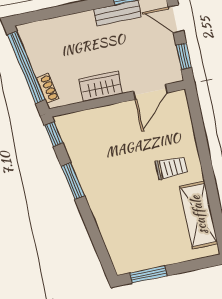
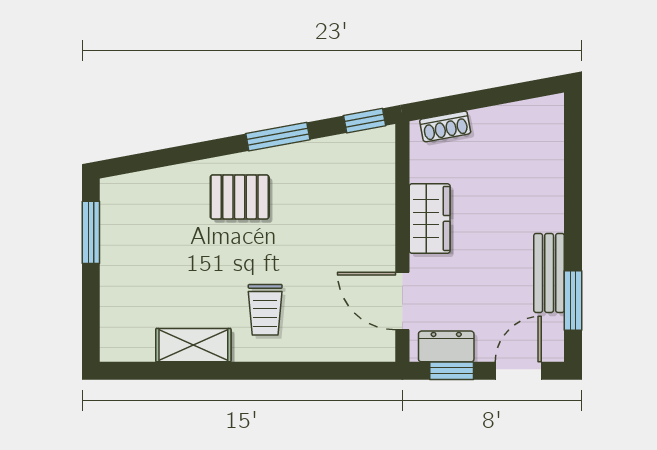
dresser: (171, 62) -> (446, 346), added
window: (26, 67) -> (489, 97), removed
pallet: (111, 195) -> (240, 197), added
shelving: (199, 215) -> (193, 345), width x0.67, depth x0.75

